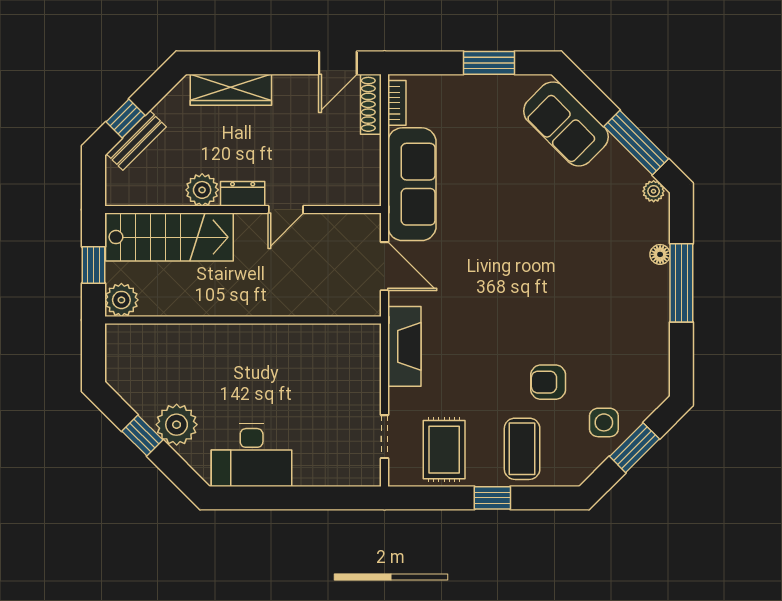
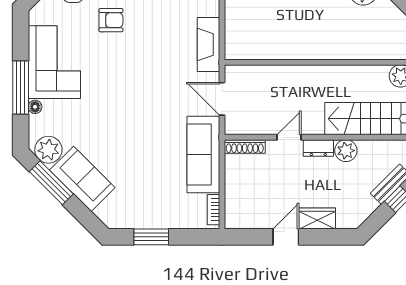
door: (338, 63) -> (286, 237), moved
wardrobe: (231, 90) -> (317, 219), width x0.67
shoe rack: (371, 104) -> (245, 147), moved, turned 90
sofa: (566, 124) -> (82, 179), moved
plant: (654, 191) -> (48, 150), width x1.87, depth x1.87
corner sofa: (632, 320) -> (54, 62), added

